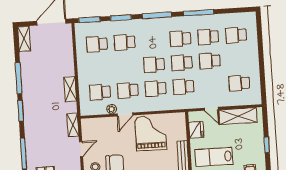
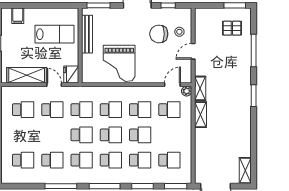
school desk: (153, 41) -> (111, 160), added
school desk: (210, 61) -> (52, 110), moved
school desk: (126, 66) -> (140, 135), added
window: (19, 78) -> (254, 130), removed
plant: (112, 109) -> (187, 91), moved
door: (125, 114) -> (172, 85), moved
shelving: (73, 125) -> (200, 88), moved
fridge: (196, 130) -> (71, 75), moved

